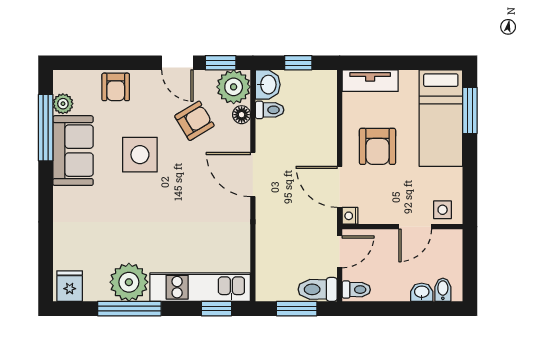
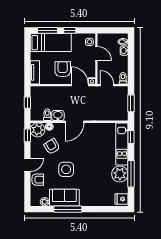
door: (177, 63) -> (27, 165), moved
washbasin: (268, 85) -> (58, 116), moved
window: (46, 128) -> (68, 209), moved
armchair: (377, 146) -> (63, 69), turned -90
window: (470, 163) -> (70, 30), added
door: (340, 187) -> (80, 85), swing flipped
toilet: (318, 289) -> (123, 94), removed

